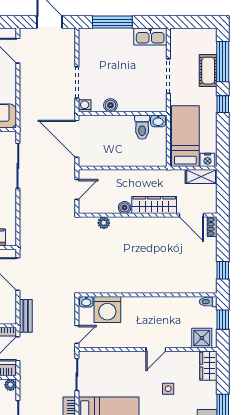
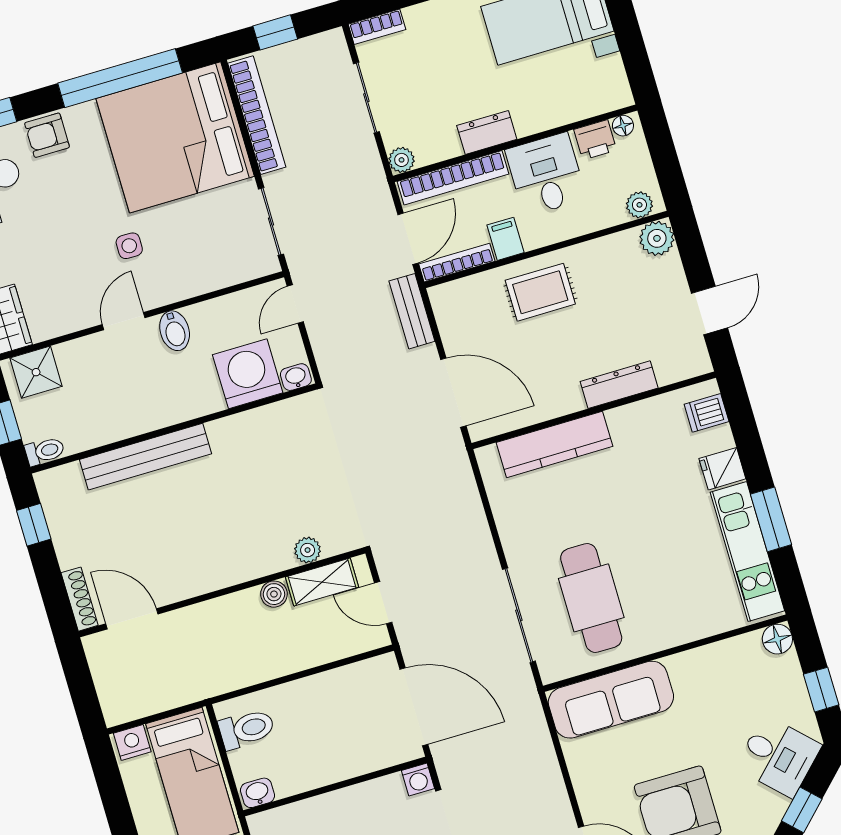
boiler: (110, 105) -> (365, 796), removed
toilet: (142, 127) -> (247, 729), moved, turned 90
shelving: (201, 177) -> (322, 582), moved
door: (77, 189) -> (383, 603), hinge flipped
wardrobe: (154, 205) -> (214, 617), removed
shoe rack: (212, 227) -> (80, 599), width x1.43
bench: (164, 286) -> (145, 457), added
bidet: (134, 338) -> (175, 331), added
side table: (168, 389) -> (129, 246), moved

